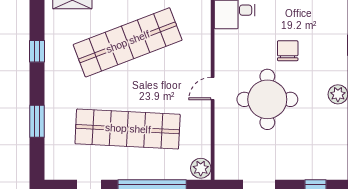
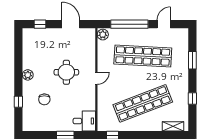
chair: (288, 51) -> (44, 99), moved
round table: (267, 99) -> (66, 72), width x0.73, depth x0.73

